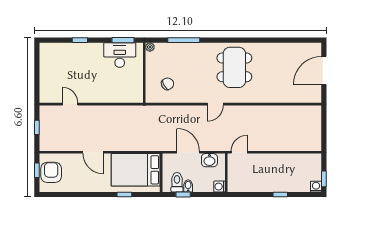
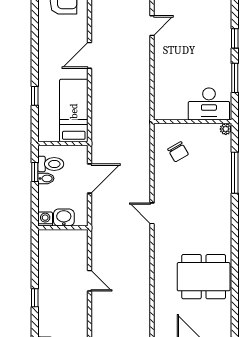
window: (123, 40) -> (235, 78), moved
desk: (120, 55) -> (209, 104), moved, turned 90
dining table: (234, 67) -> (204, 277), moved
door: (239, 152) -> (89, 281), moved
washbasin: (209, 160) -> (64, 218), moved, turned 90
bed: (136, 170) -> (74, 111), width x0.67

